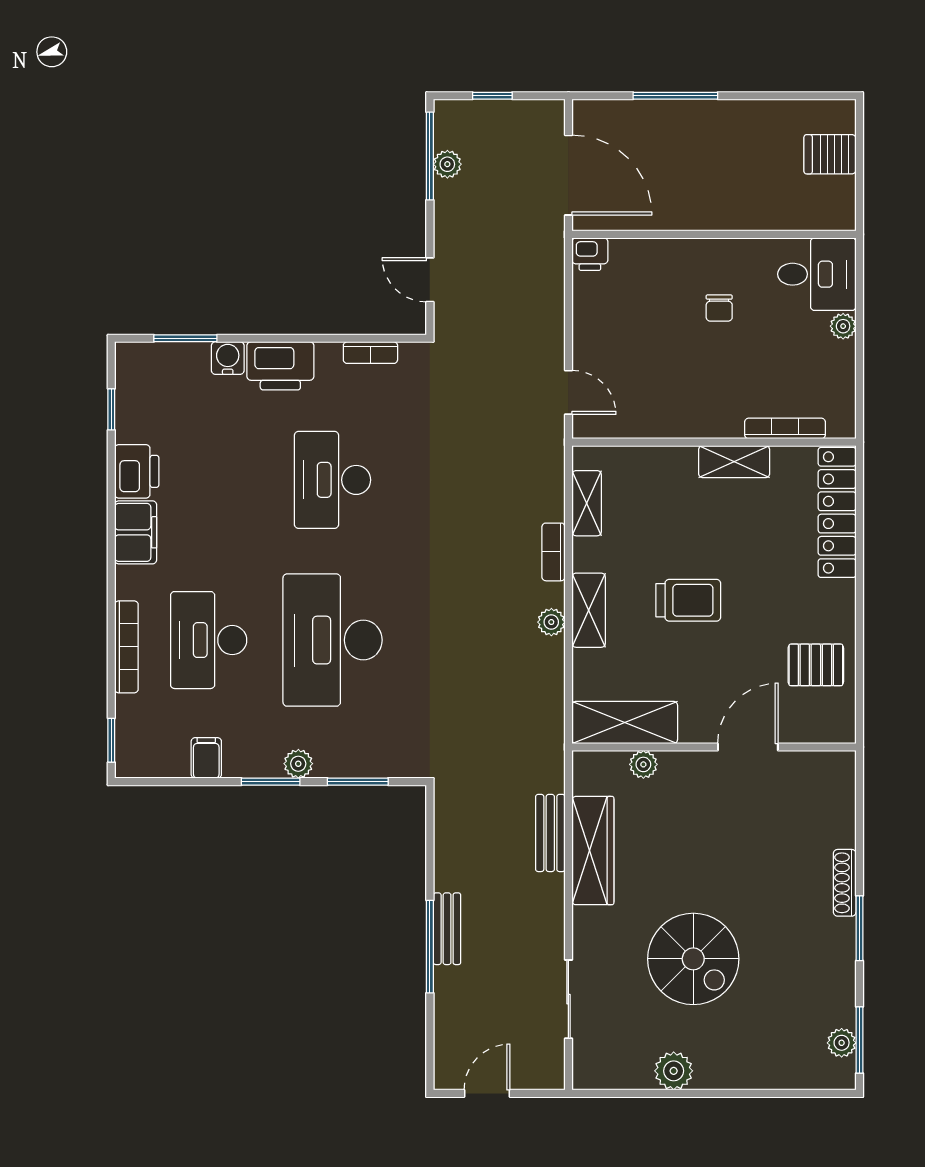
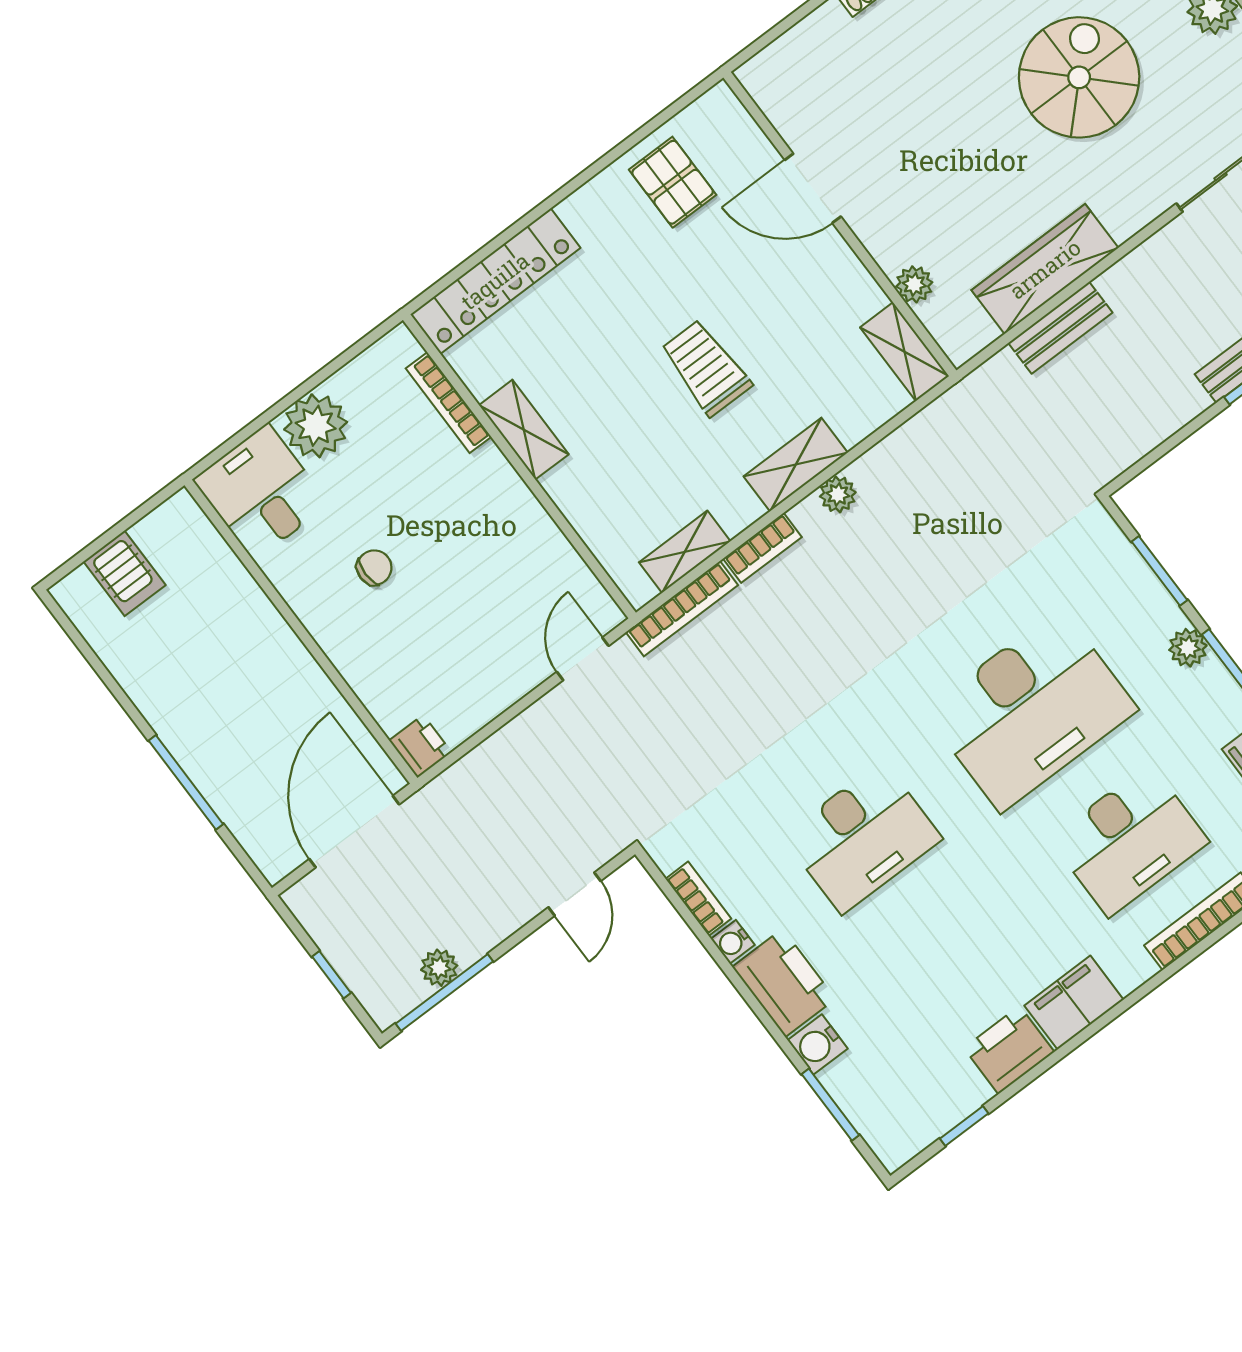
plant: (843, 326) -> (316, 426), width x1.87, depth x1.87
water cooler: (329, 354) -> (733, 942), added
bookcase: (554, 475) -> (682, 609), added
shelving: (625, 722) -> (905, 352), width x0.67, depth x0.75

